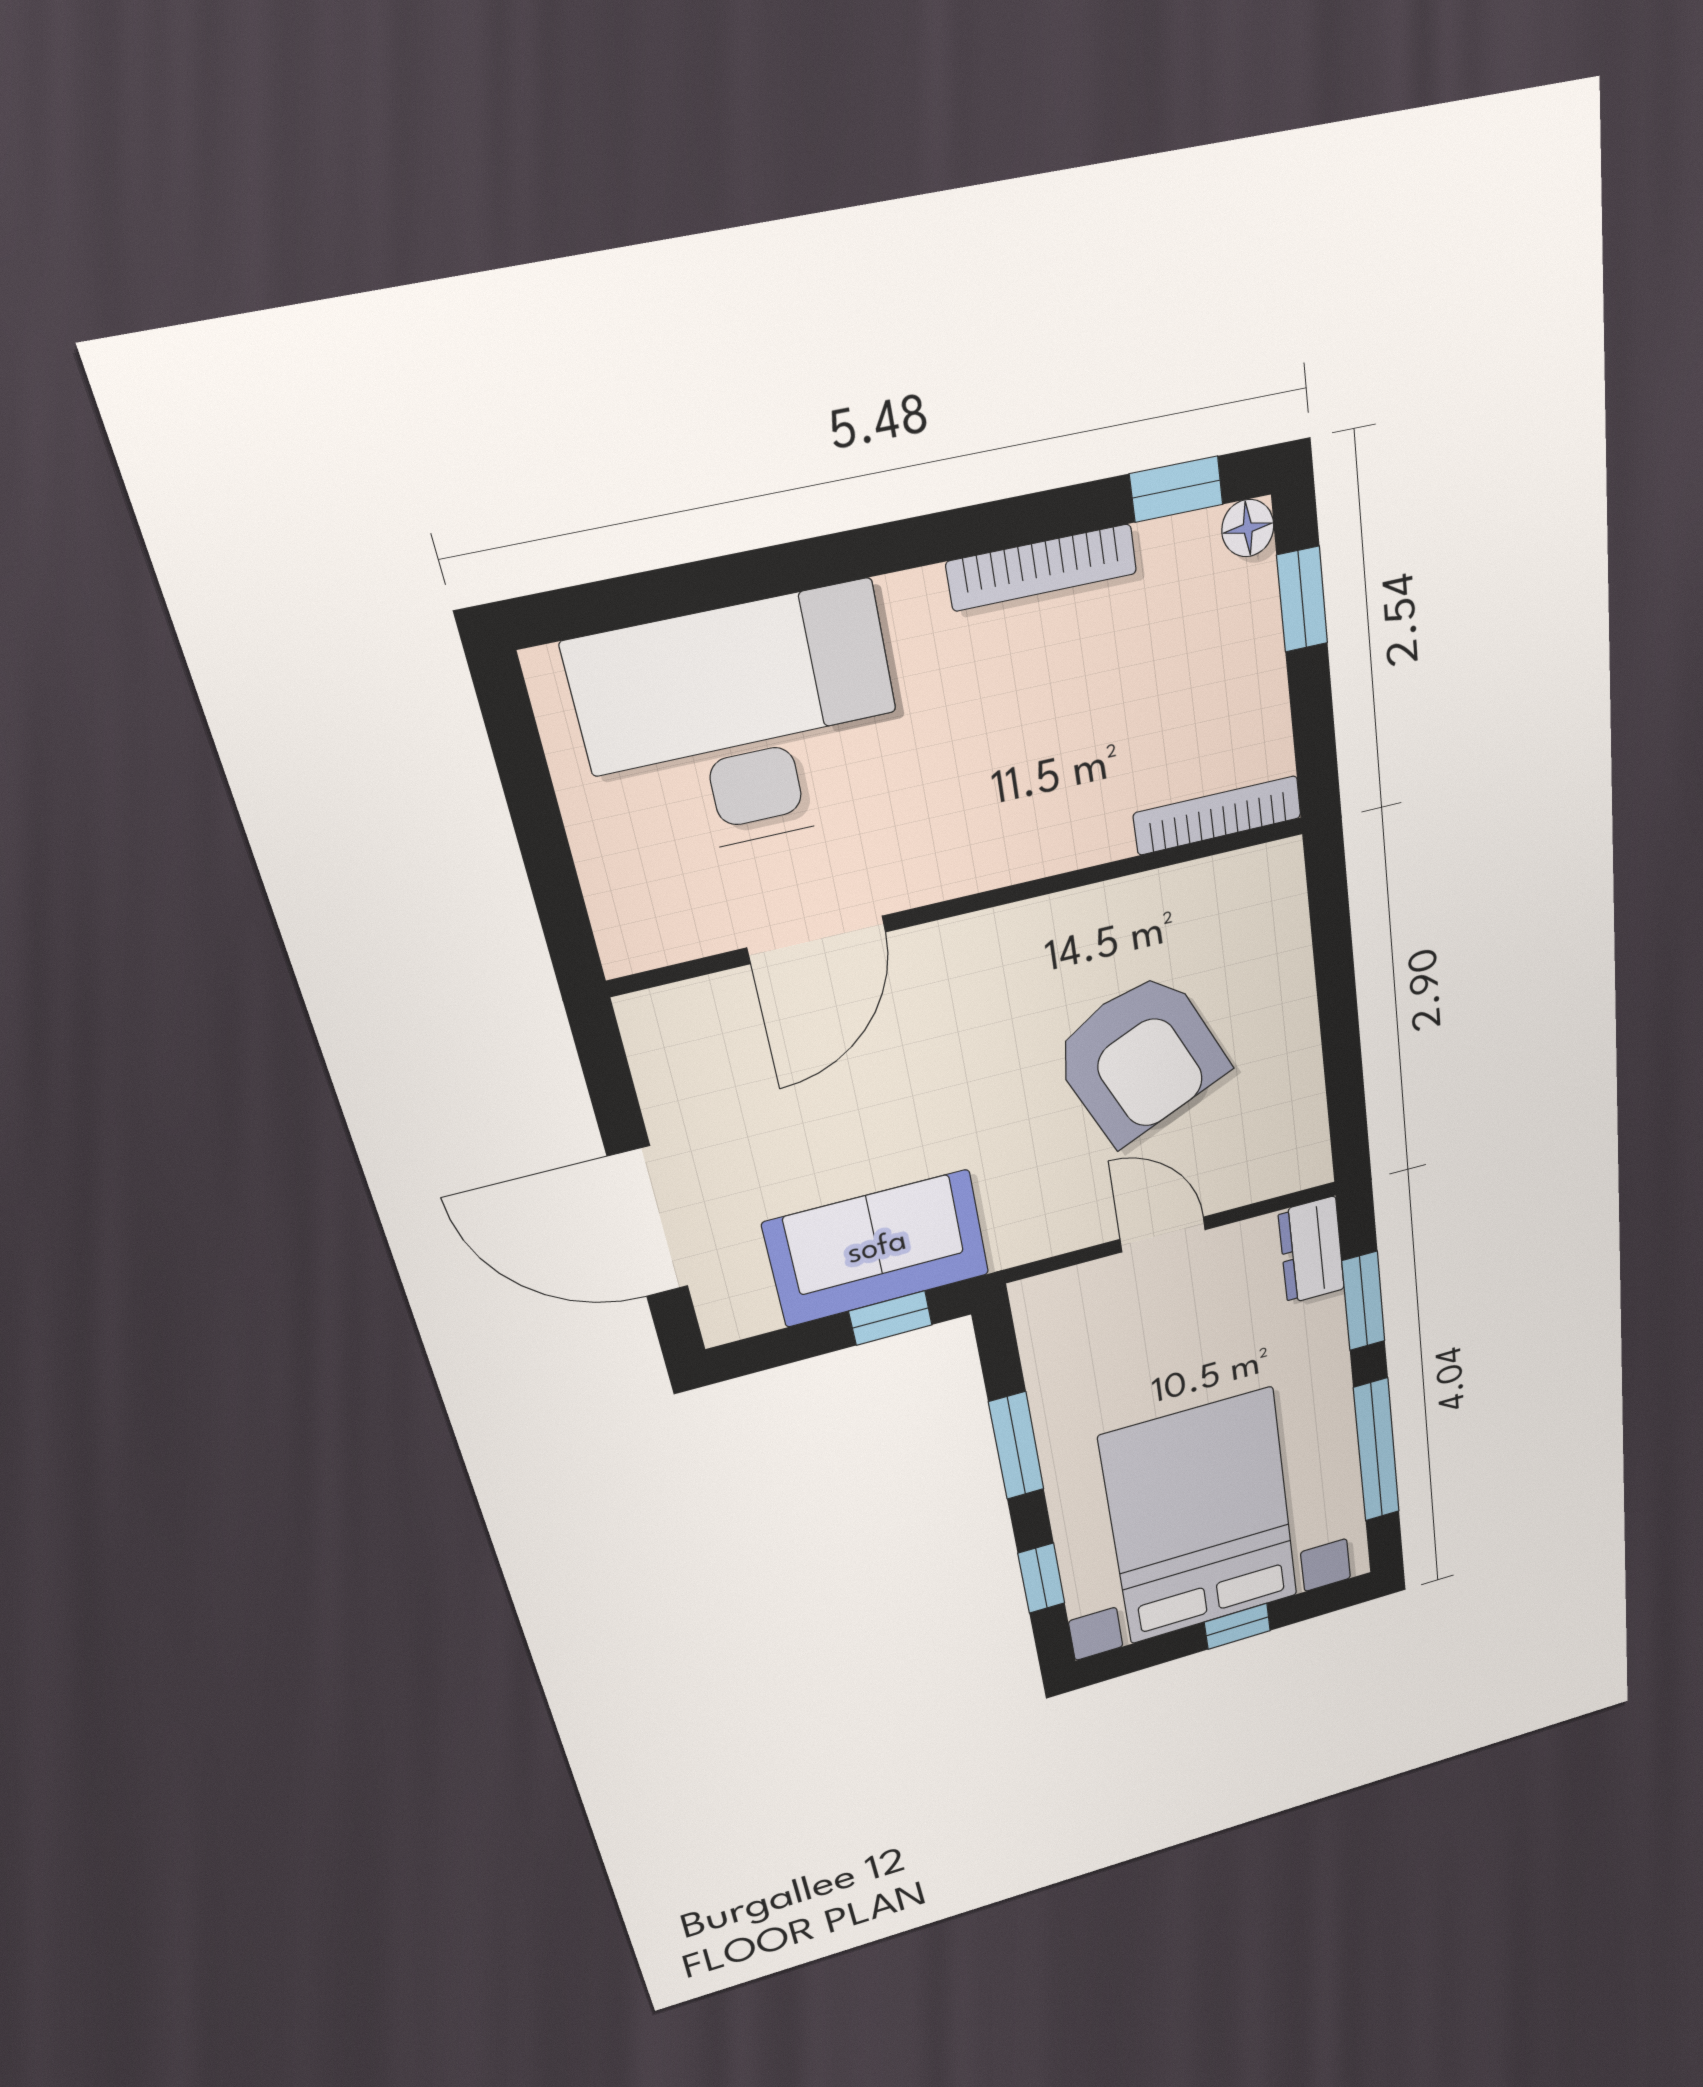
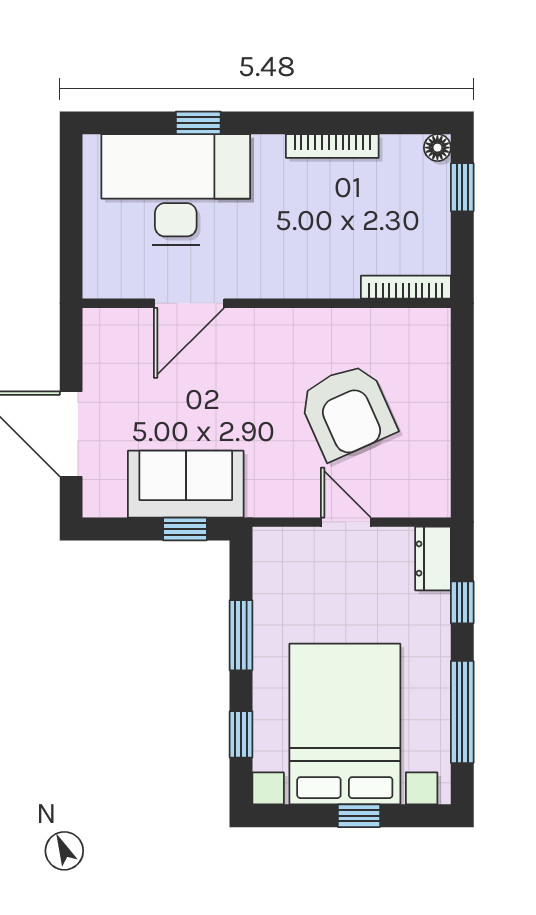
window: (1176, 489) -> (198, 123), moved
window: (1363, 1301) -> (462, 602), width x0.67

